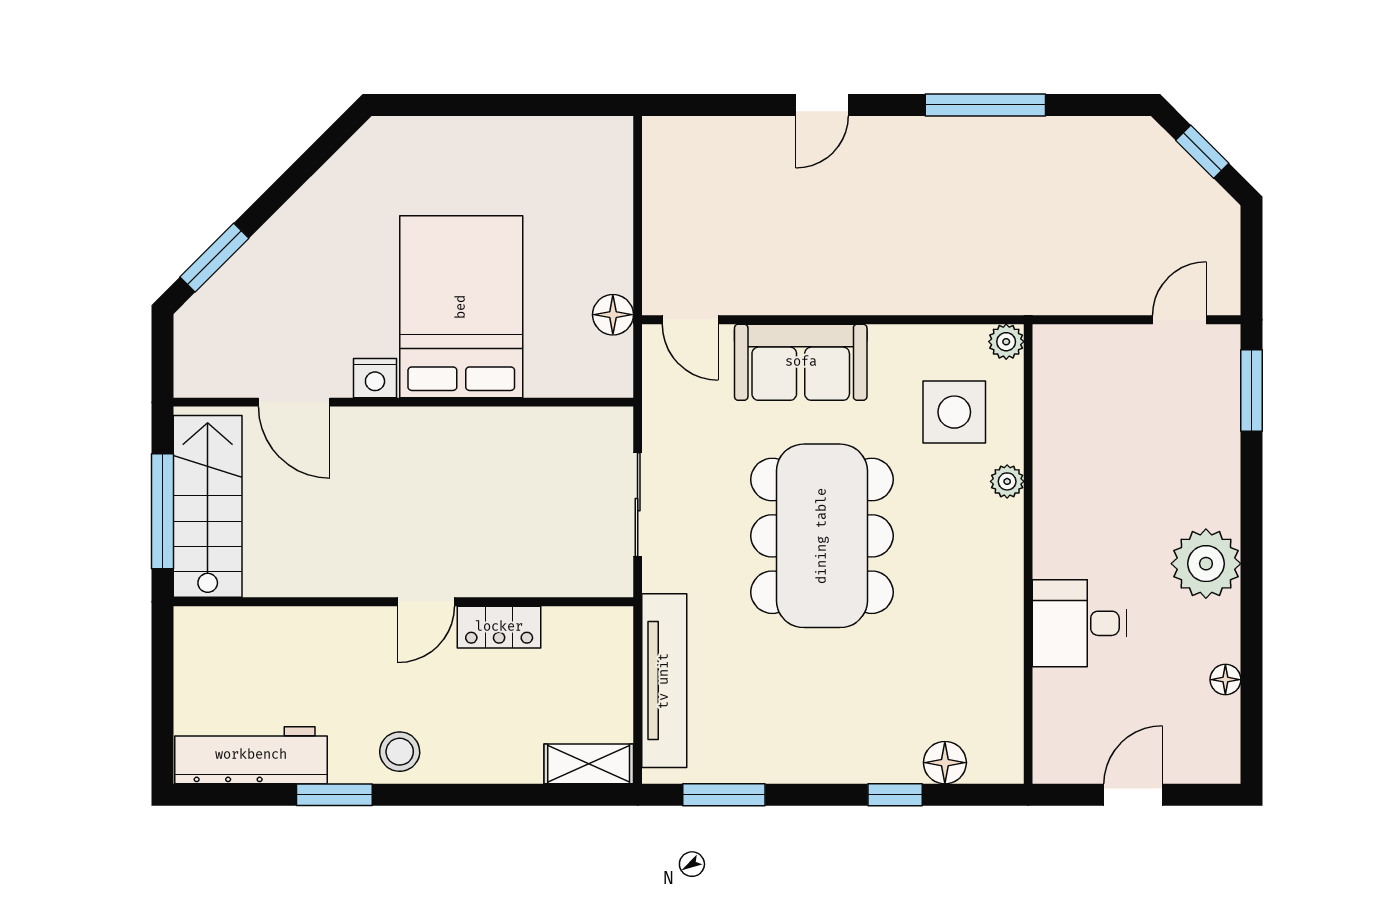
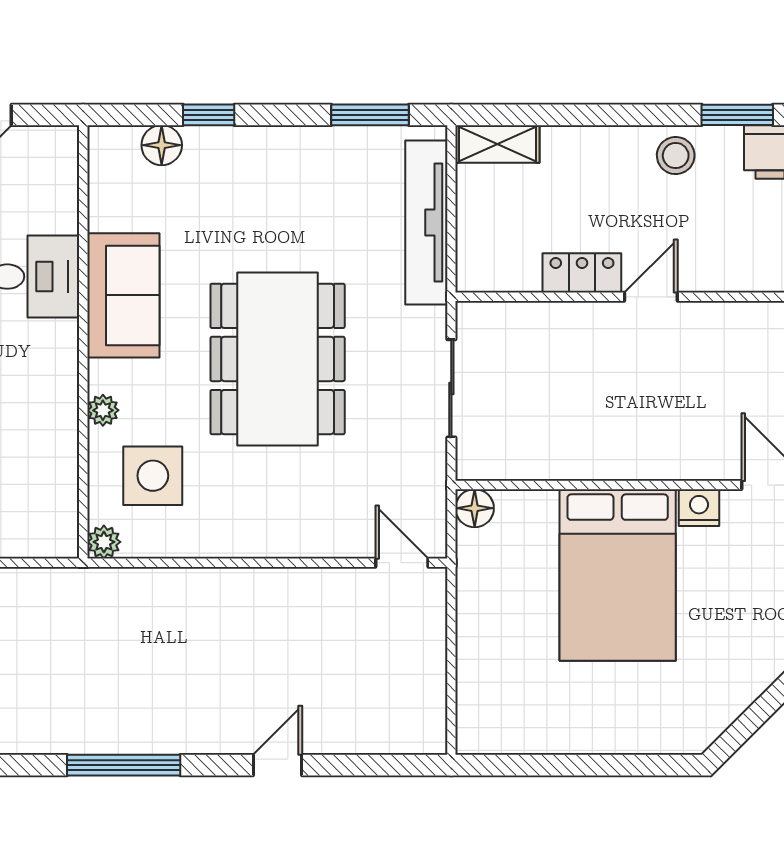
floor lamp: (613, 315) -> (475, 508), moved
sofa: (801, 362) -> (123, 295), moved, turned 90

